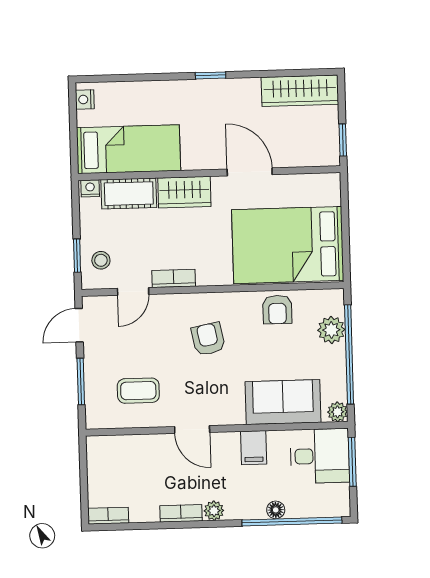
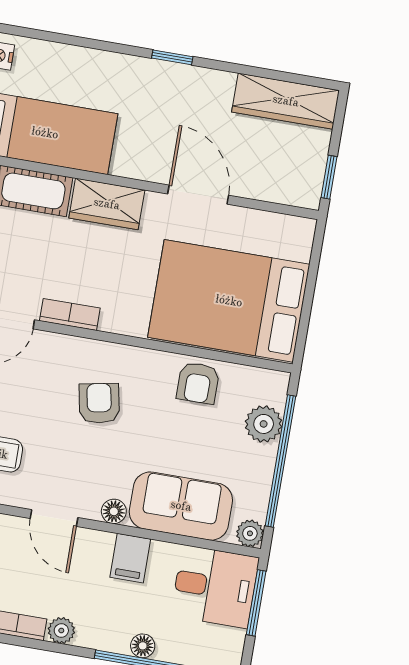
floor lamp: (235, 416) -> (114, 511), added

